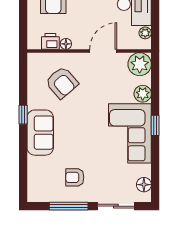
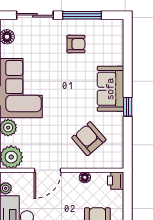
printer: (50, 41) -> (116, 181), moved, turned 90

